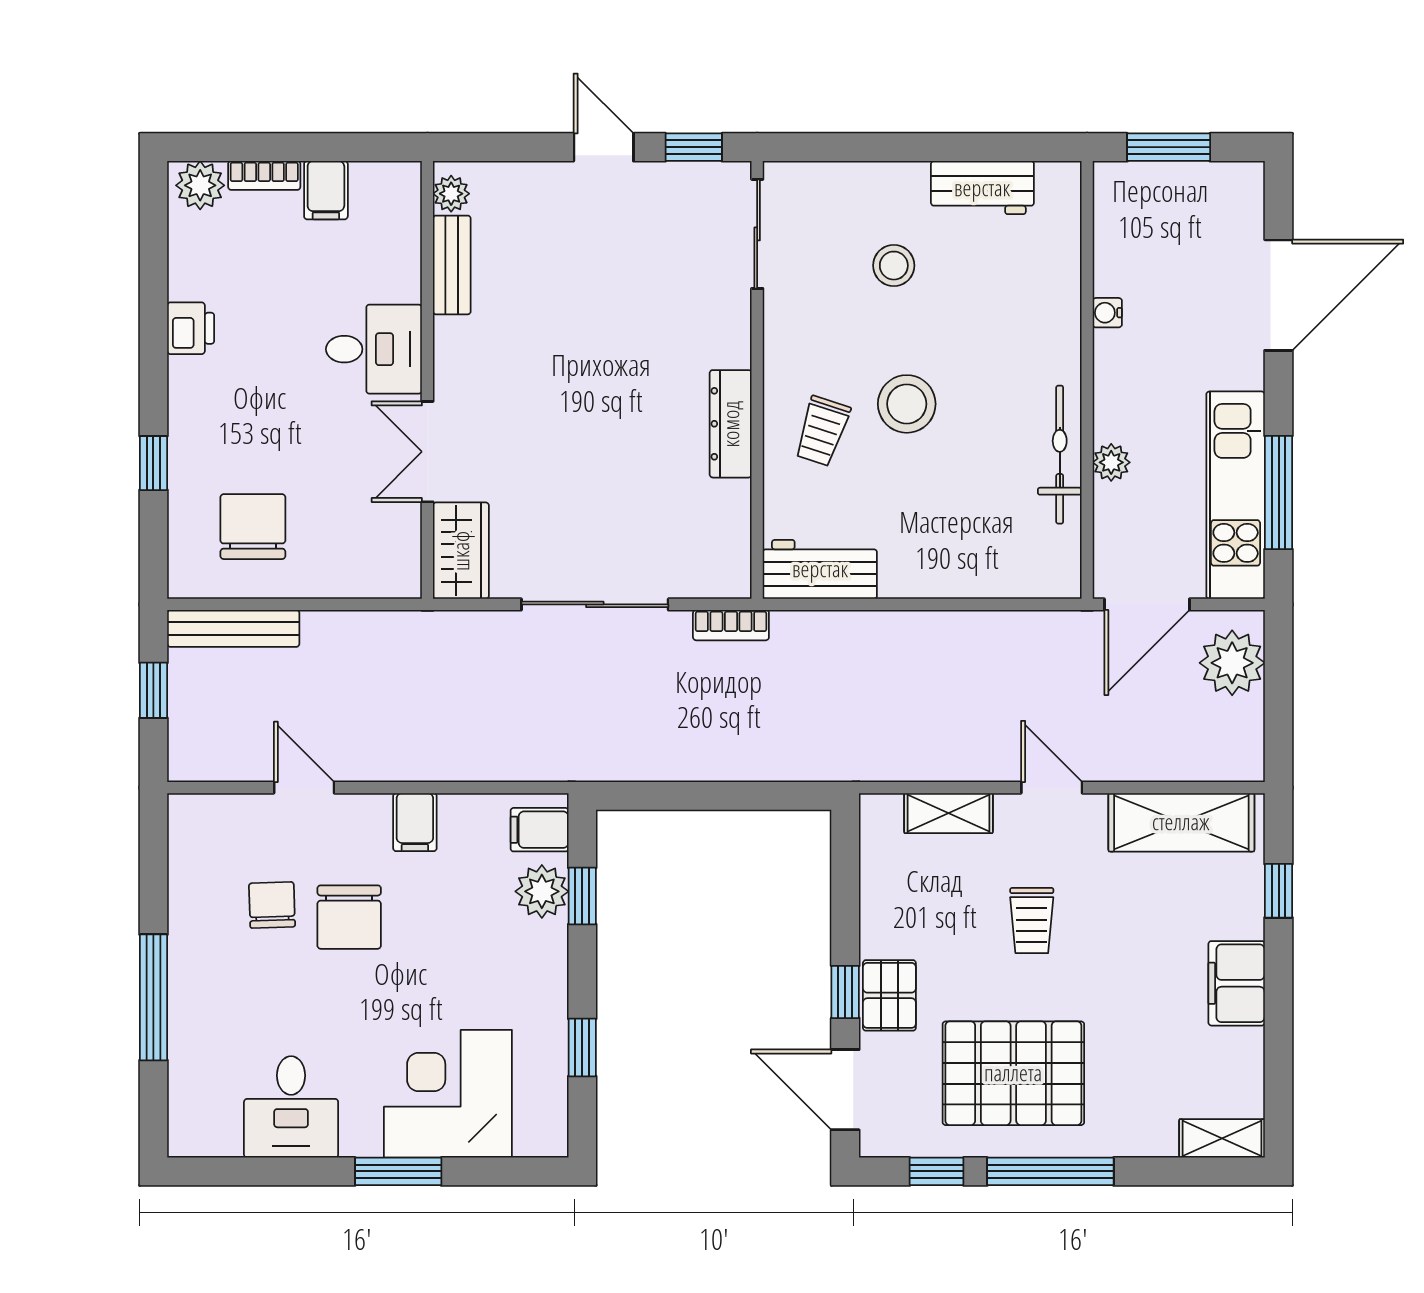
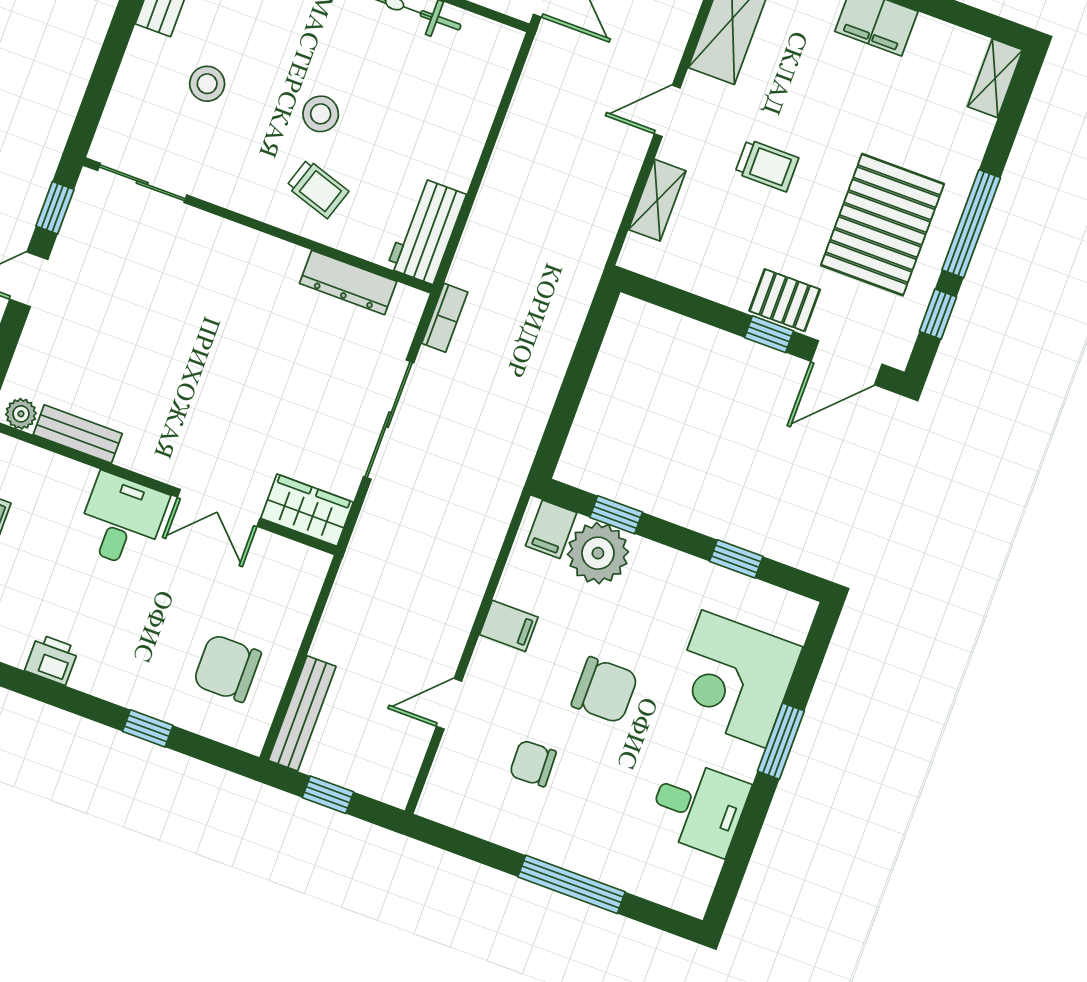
stool: (907, 404) -> (321, 114), width x0.73, depth x0.73
dresser: (731, 424) -> (348, 282), moved
plant: (542, 891) -> (598, 553), width x1.36, depth x1.36
chair: (349, 917) -> (605, 690), moved

